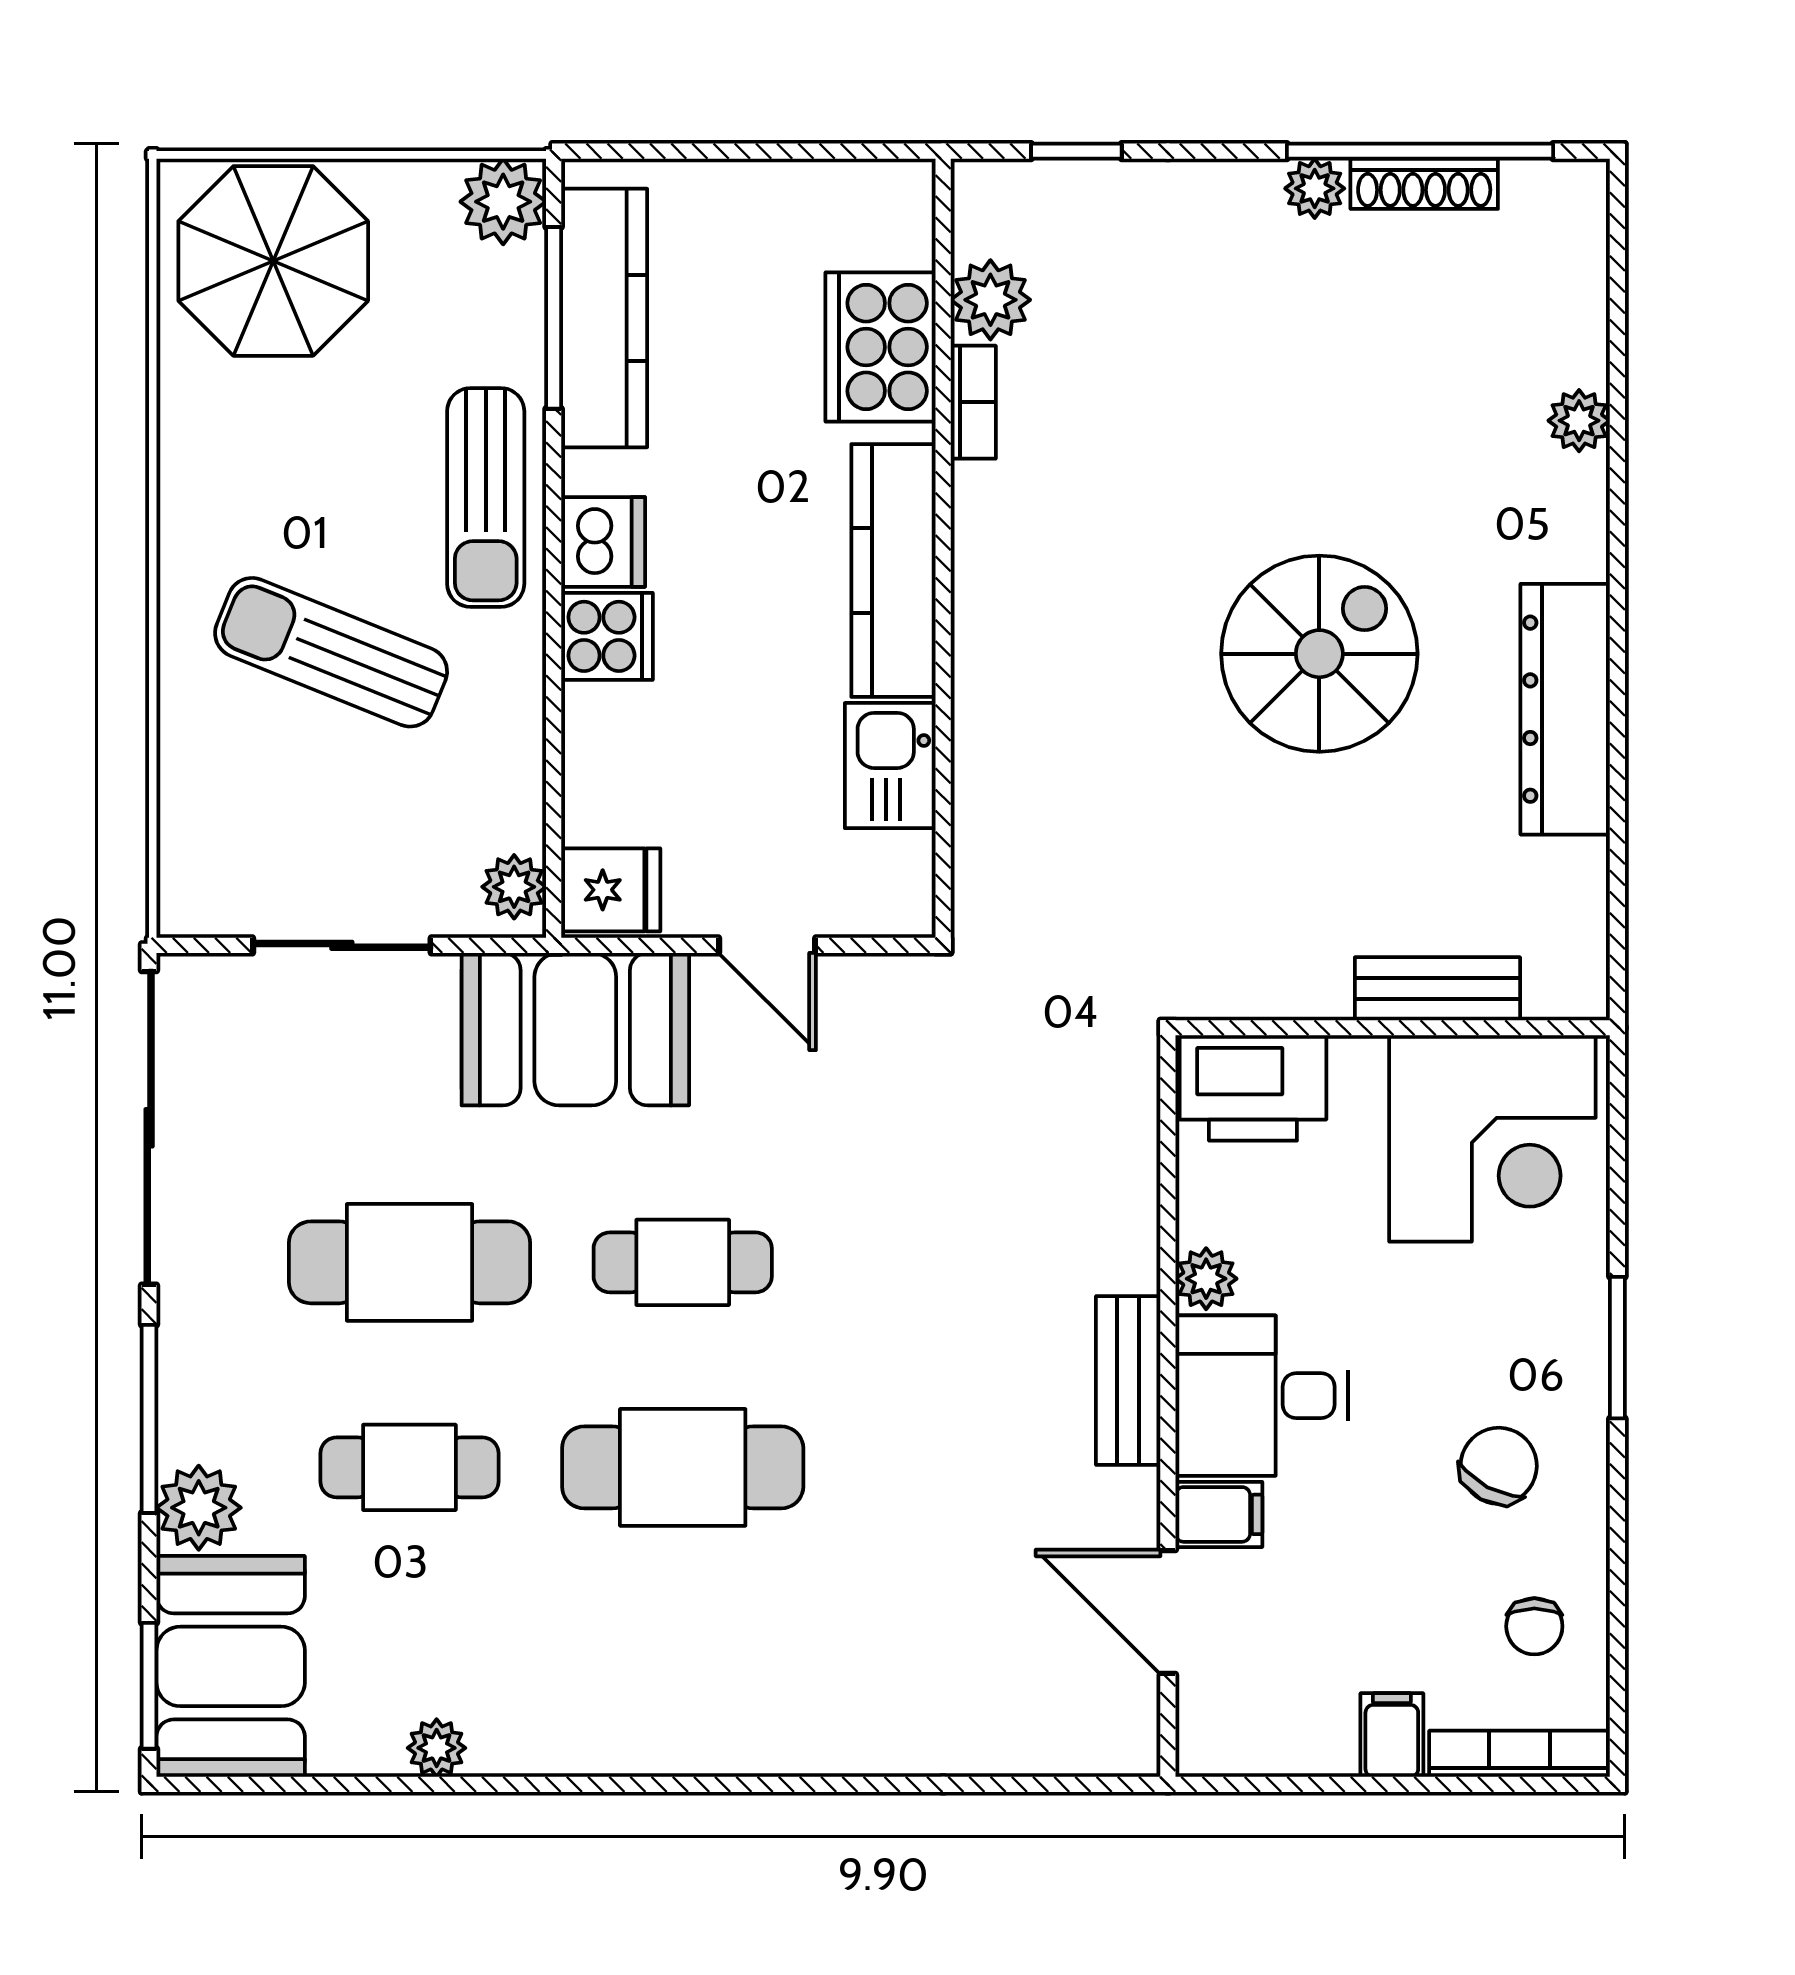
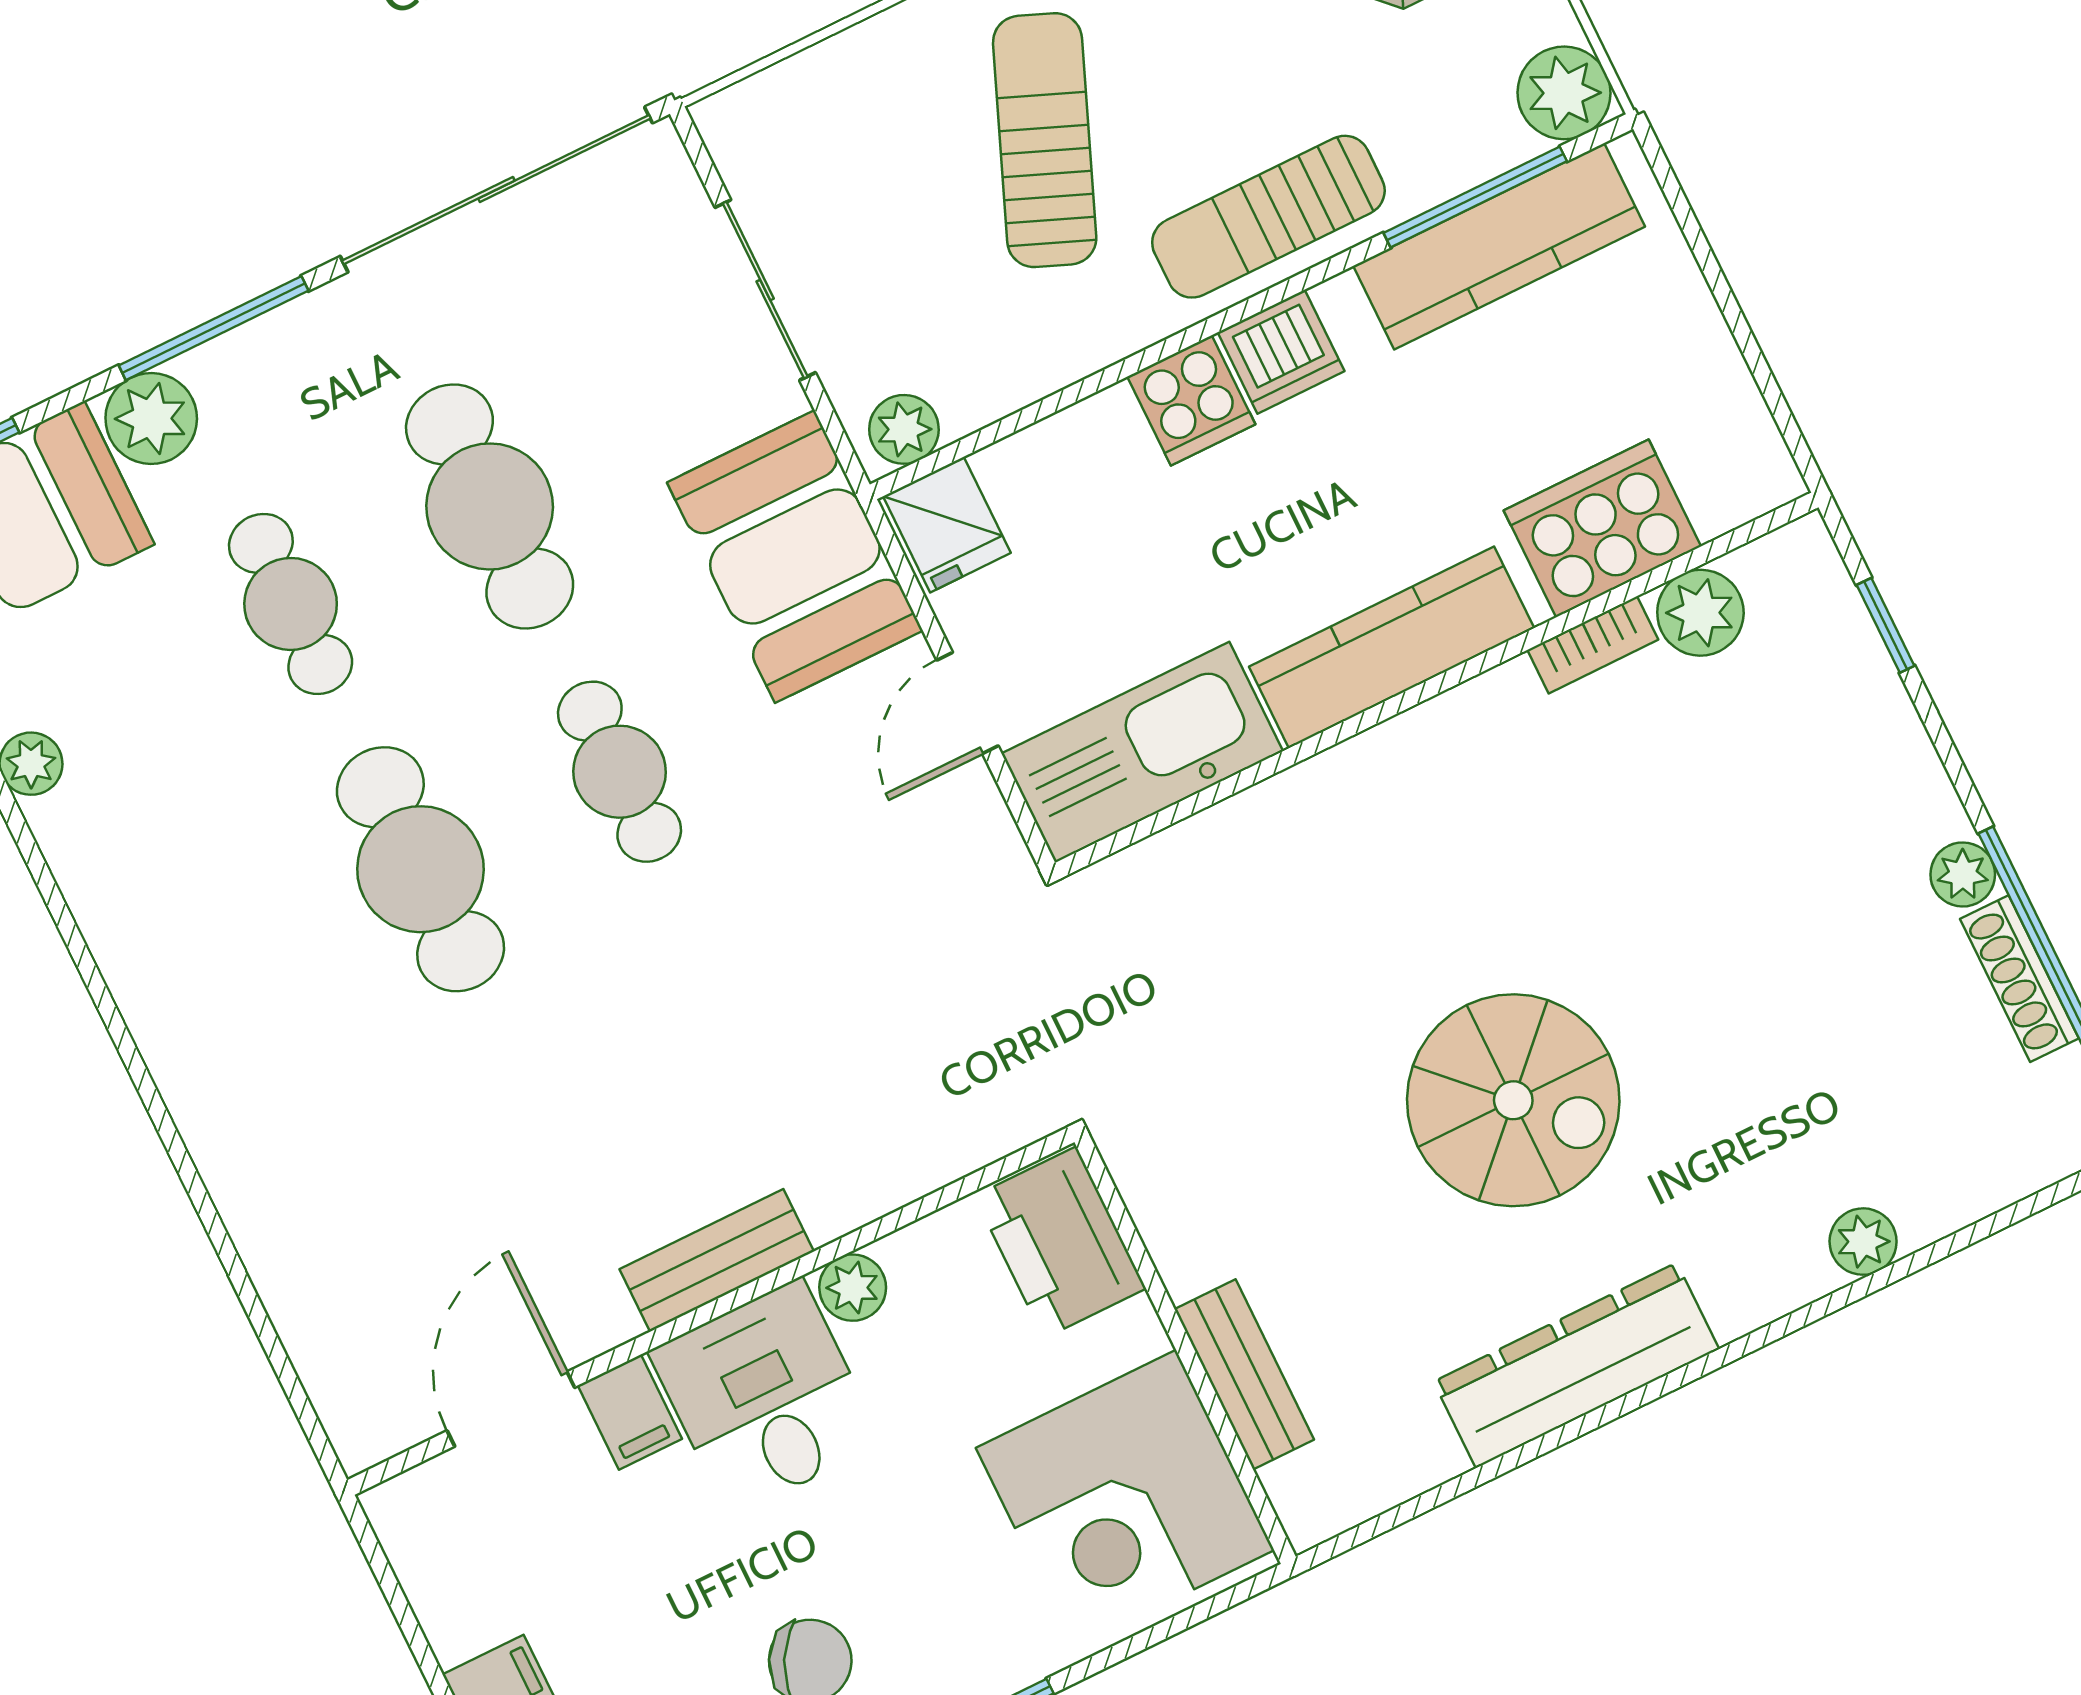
kitchen sink: (890, 766) -> (1142, 752), width x1.87, depth x1.24

